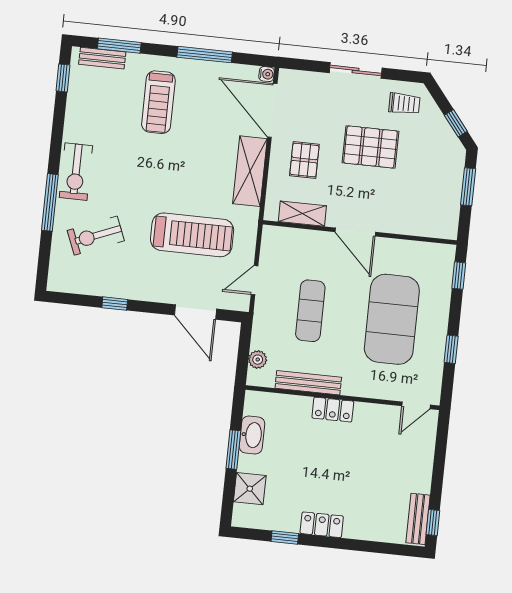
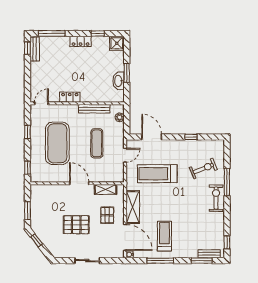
treadmill: (158, 102) -> (164, 236), moved
trolley: (404, 104) -> (62, 247), removed
locker: (333, 410) -> (70, 97), moved
shower: (250, 489) -> (117, 43), moved
window: (380, 547) -> (52, 33), added

